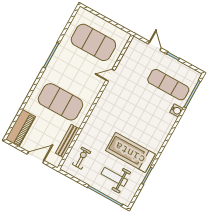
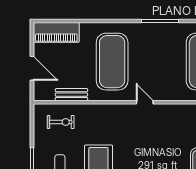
door: (110, 75) -> (145, 102), moved
bench: (67, 141) -> (71, 95), width x0.73

